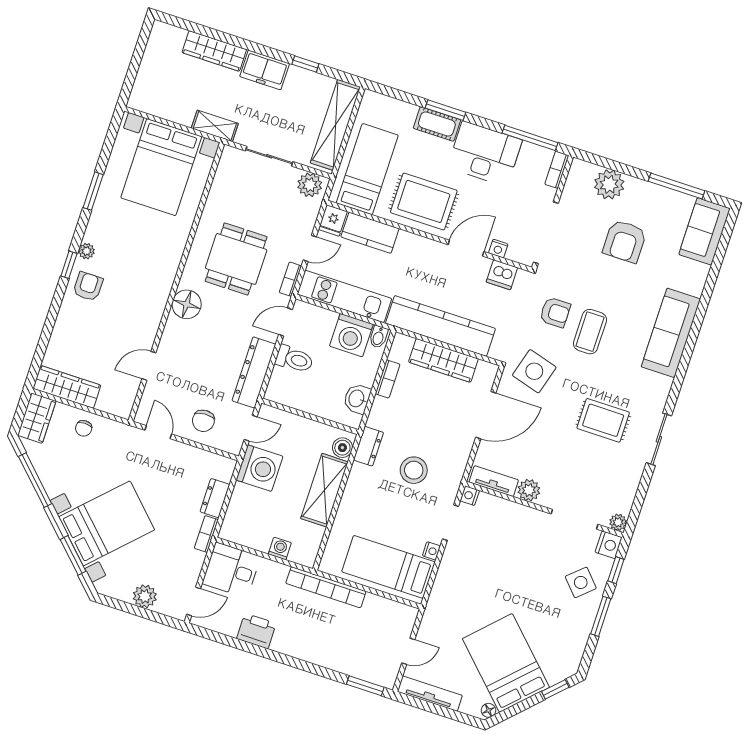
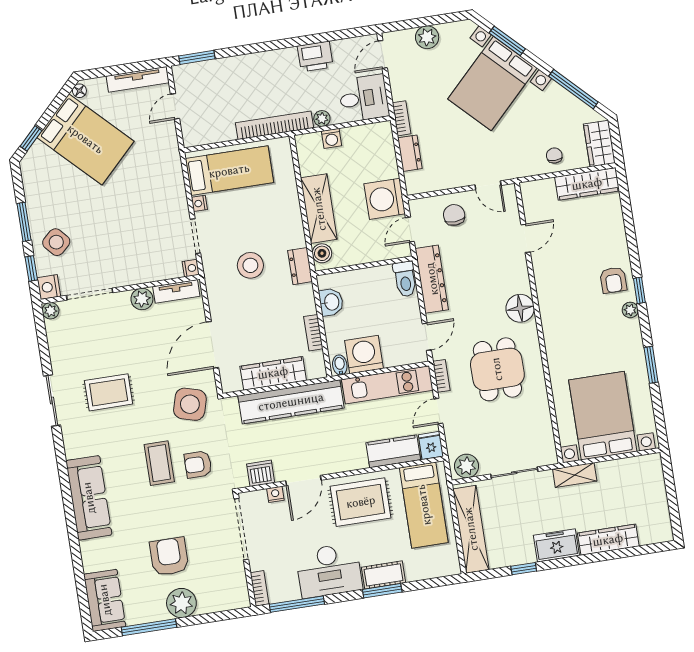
plant: (609, 184) -> (181, 603), moved
toilet: (294, 359) -> (405, 279), moved, turned -90
plant: (279, 571) -> (322, 118), added

